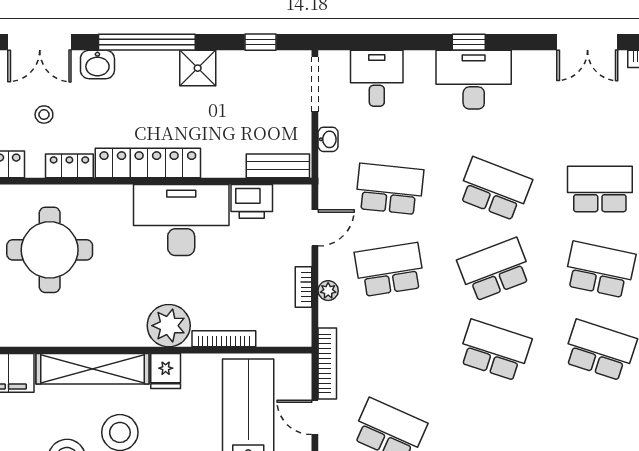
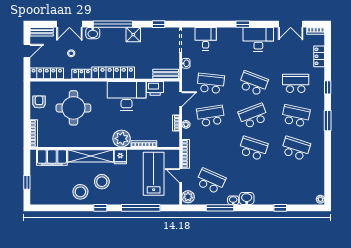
desk: (474, 80) -> (258, 39), moved

